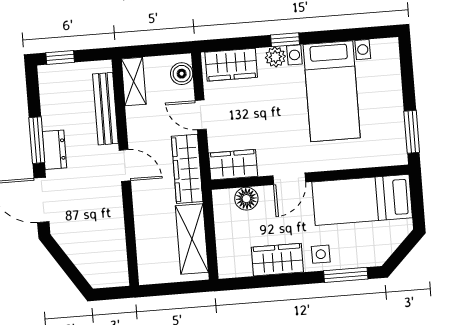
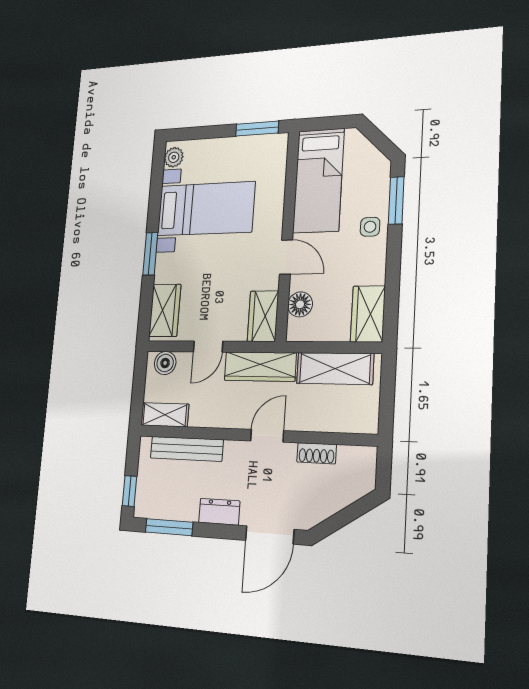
window: (285, 40) -> (150, 254), width x1.50
plant: (275, 57) -> (174, 157), moved
window: (37, 140) -> (169, 527), moved
door: (125, 165) -> (267, 436), moved
shoe rack: (117, 233) -> (317, 453), added
wardrobe: (277, 260) -> (368, 314), moved

